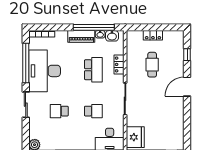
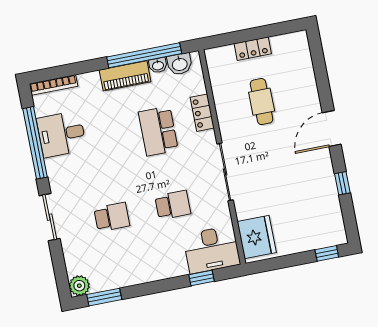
window: (187, 55) -> (342, 183), moved
school desk: (93, 70) -> (158, 131), turned 180
desk: (45, 71) -> (62, 134), width x0.53, depth x0.77
school desk: (59, 111) -> (112, 217), turned 180

